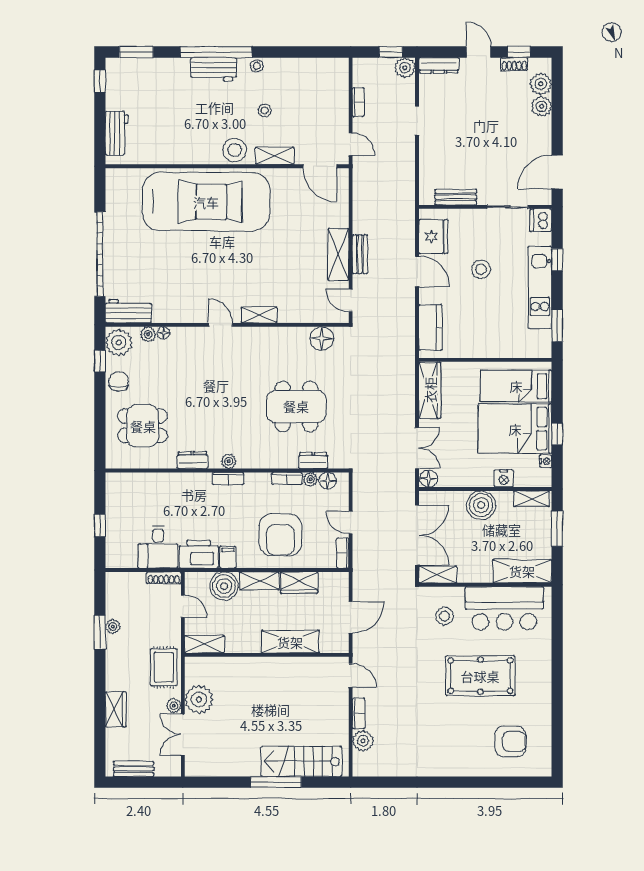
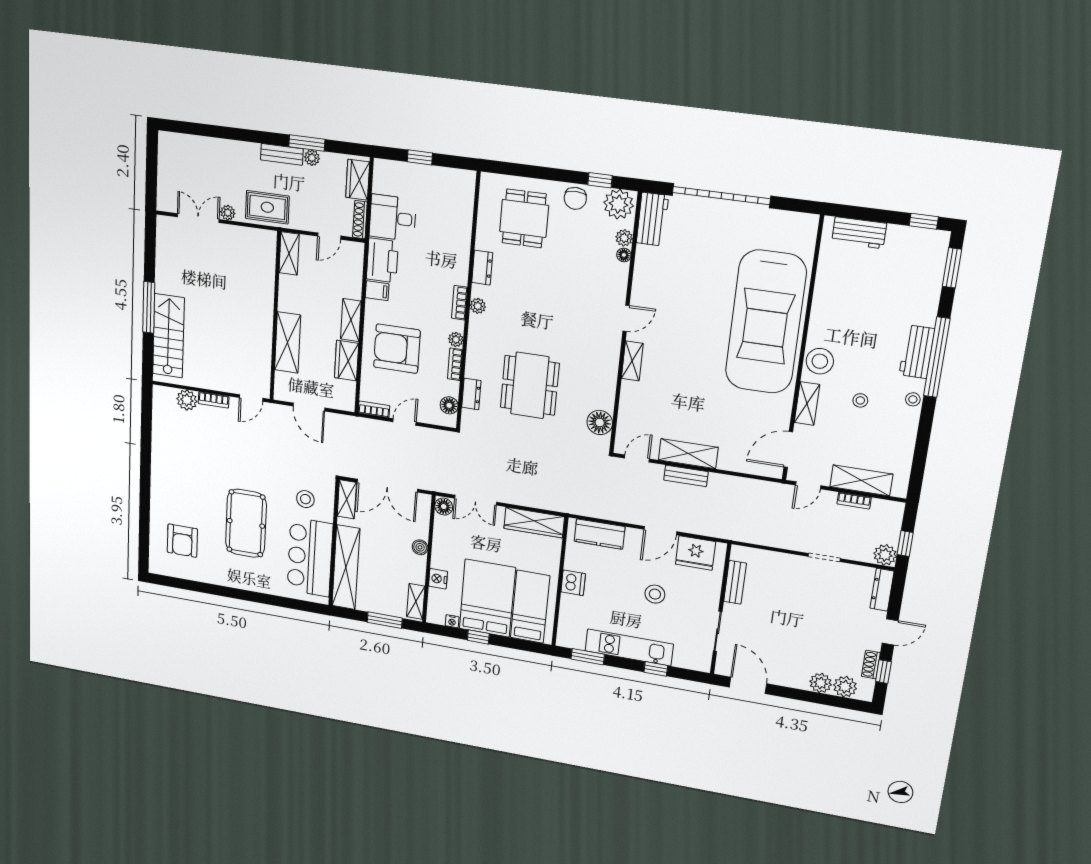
shelving: (338, 99) -> (861, 480), added
dishwasher: (541, 220) -> (573, 583), moved, turned 90
chair: (119, 381) -> (575, 198), turned 90
plant: (311, 479) -> (456, 340), moved
boiler: (481, 505) -> (420, 547), width x0.54, depth x0.54
shelving: (522, 571) -> (346, 567), width x1.47
boiler: (224, 586) -> (348, 282), removed
plant: (199, 699) -> (233, 240), removed
wardrobe: (116, 709) -> (358, 180), moved, turned 90
bench: (134, 769) -> (282, 154), moved, turned 90

